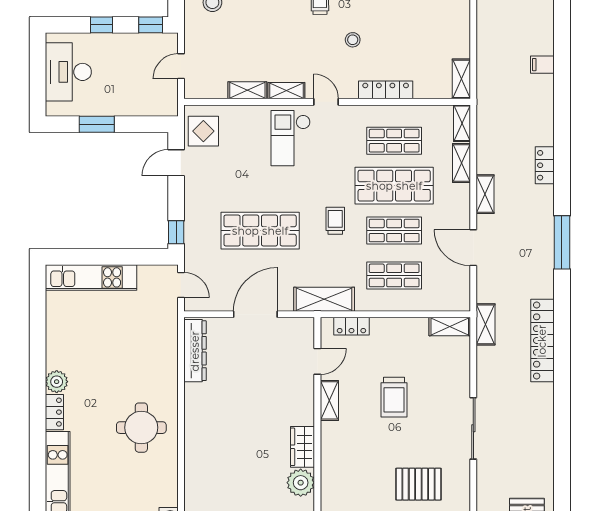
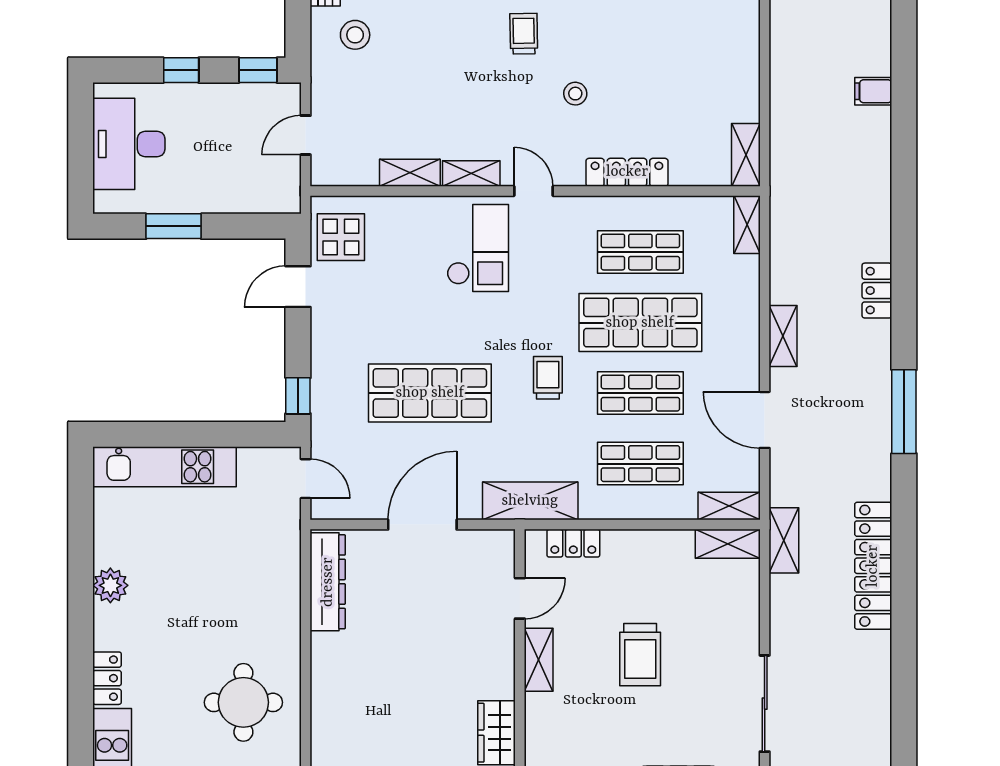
filing cabinet: (542, 65) -> (873, 91), moved
checkout: (291, 138) -> (478, 248), turned 180
shelving: (462, 163) -> (729, 506), moved, turned 90
plant: (57, 382) -> (110, 585), moved

